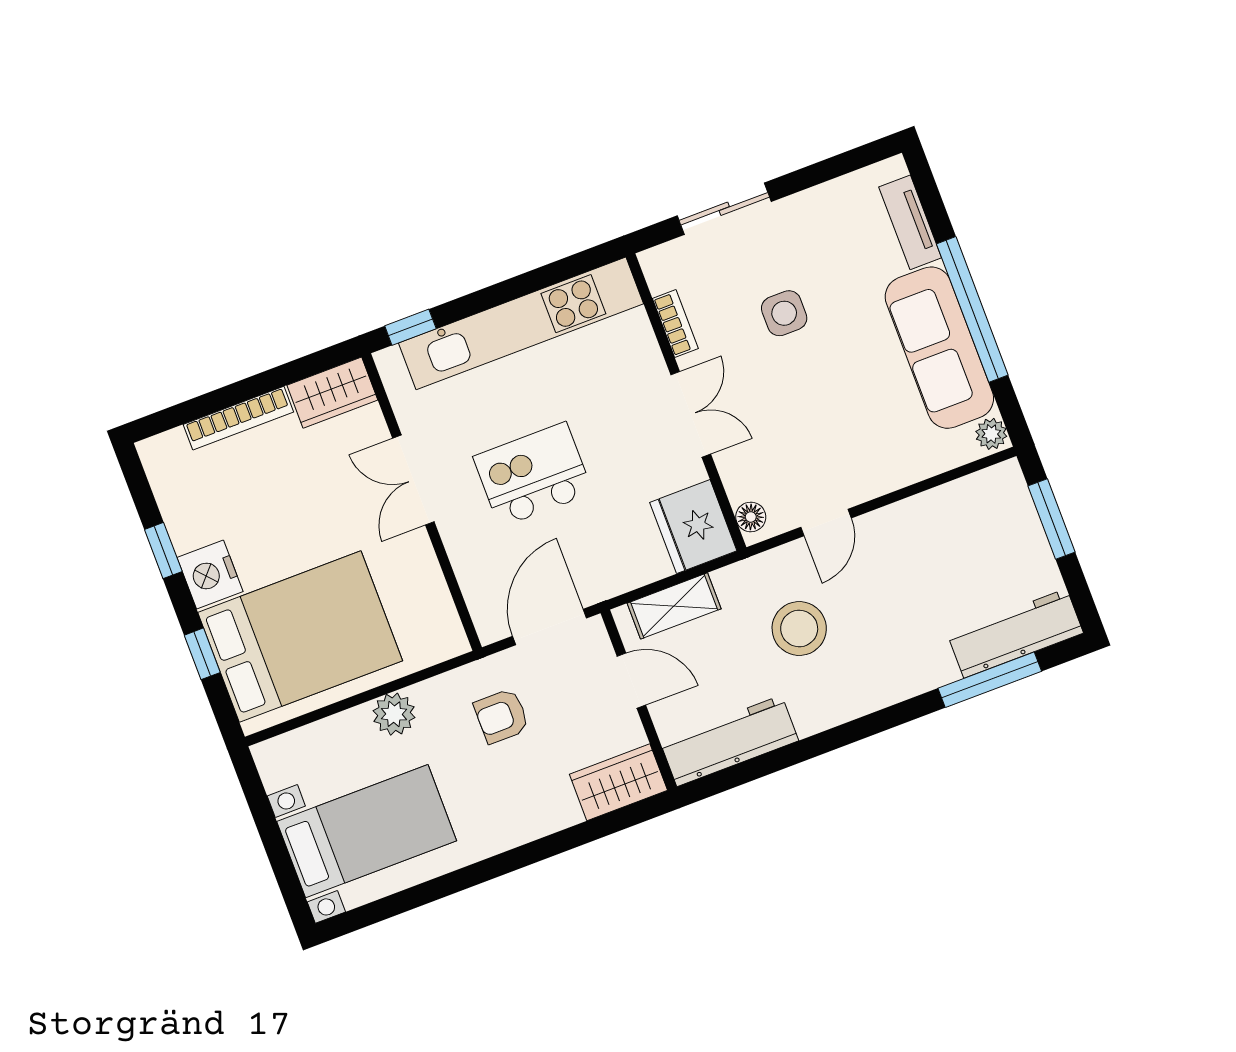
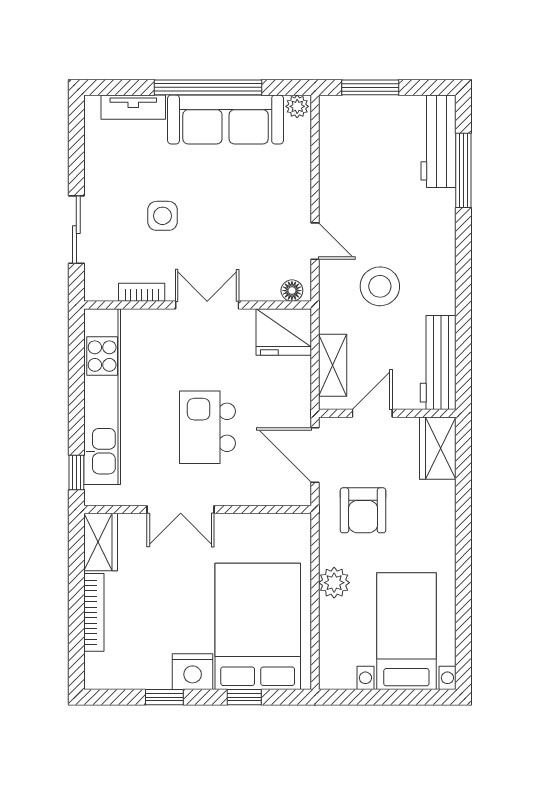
armchair: (502, 716) -> (363, 510), width x1.38, depth x1.38

